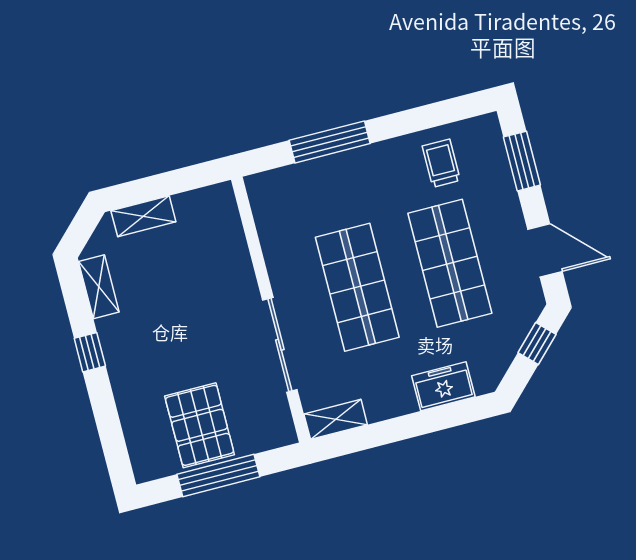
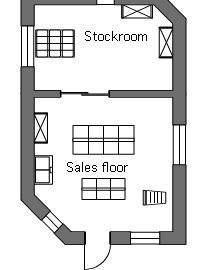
shop shelf: (450, 263) -> (104, 189), width x0.70, depth x0.74
shelving: (336, 419) -> (40, 128), moved

